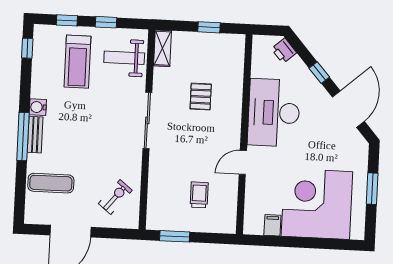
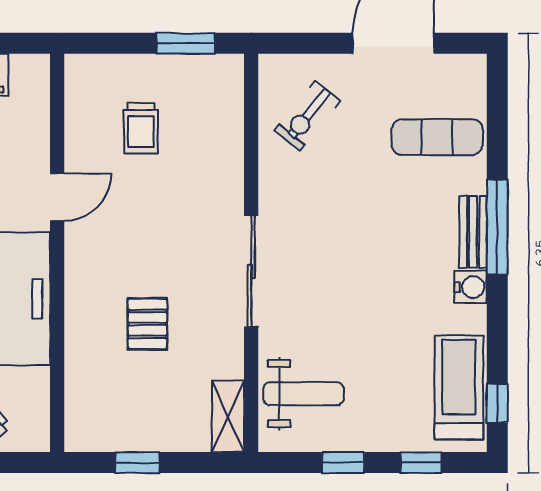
treadmill: (77, 62) -> (459, 388), moved

